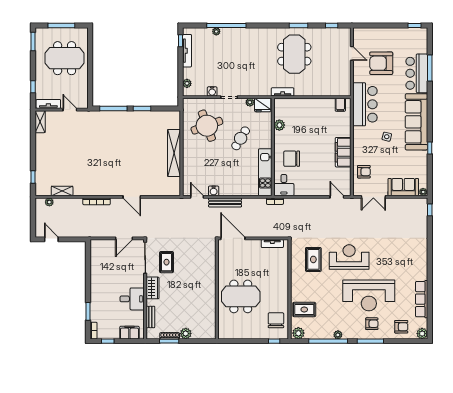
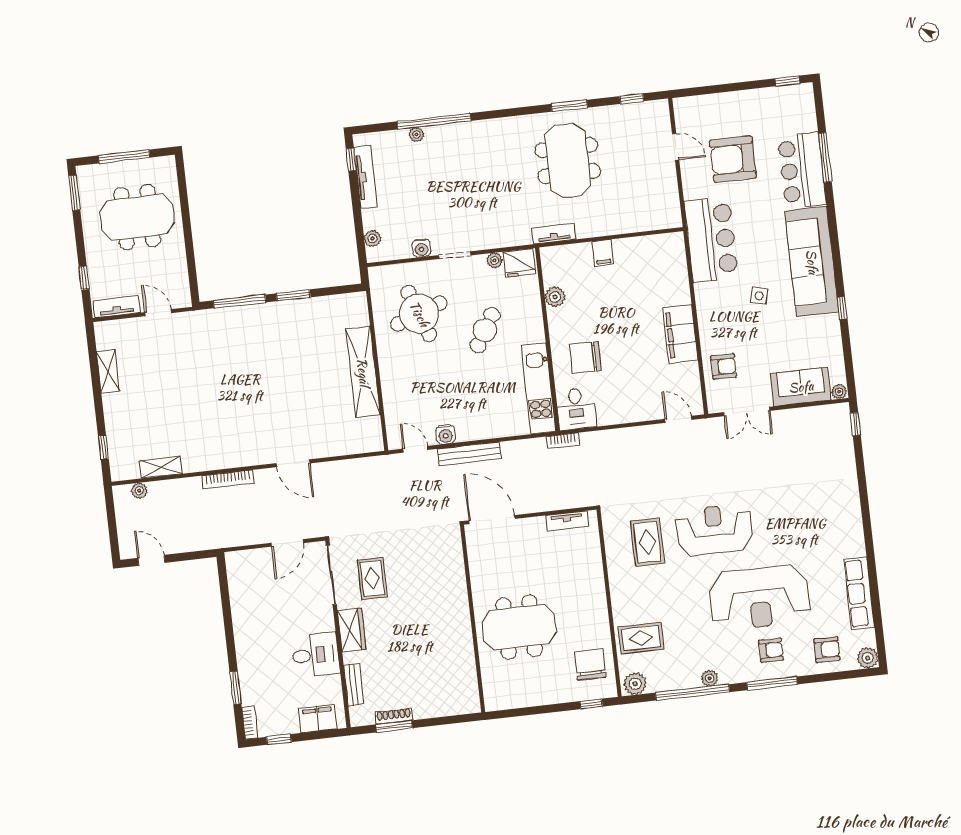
filing cabinet: (340, 105) -> (603, 253), moved
shelving: (40, 122) -> (108, 371), moved
plant: (186, 334) -> (424, 708), removed

